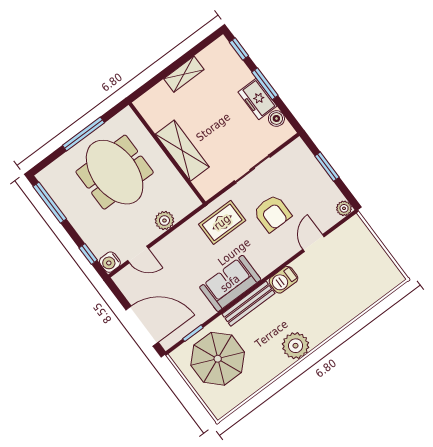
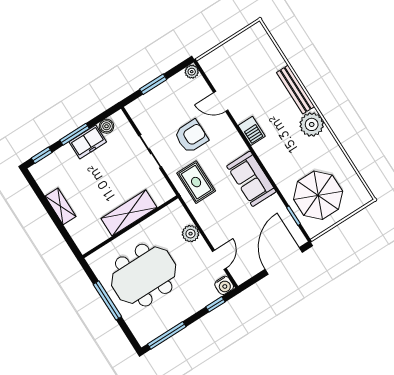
bench: (248, 304) -> (295, 90), moved

